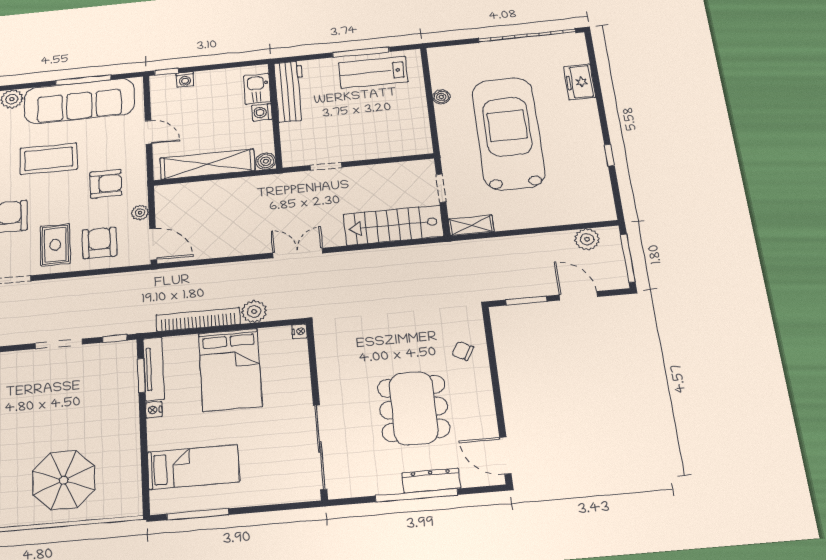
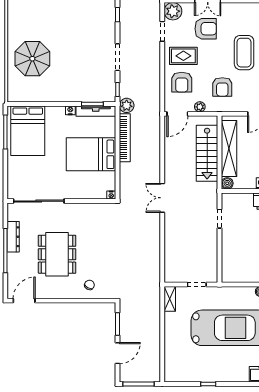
stairs: (393, 225) -> (207, 153), moved, turned 180
plant: (587, 239) -> (153, 363), removed
armchair: (99, 243) -> (182, 82), turned 90
double door: (298, 253) -> (162, 198), swing flipped
plant: (254, 312) -> (127, 105), moved
dining table: (414, 408) -> (57, 254), turned 90
bed: (193, 467) -> (28, 131), width x1.50
dresser: (431, 481) -> (13, 237), moved

